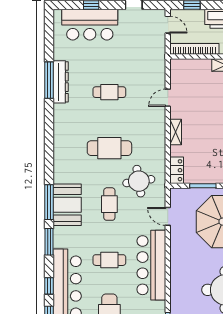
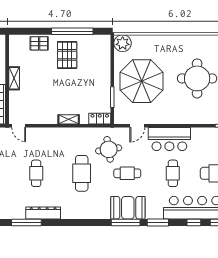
dresser: (61, 82) -> (43, 213), moved
door: (168, 98) -> (19, 126), moved
bar counter: (151, 265) -> (169, 139), width x0.73

